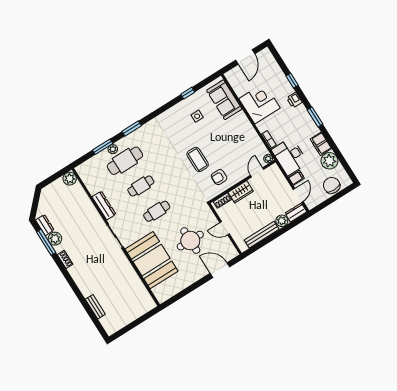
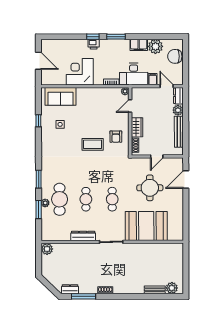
window: (292, 81) -> (93, 37), moved
door: (257, 172) -> (130, 106), hinge flipped
plant: (55, 239) -> (172, 288), moved

